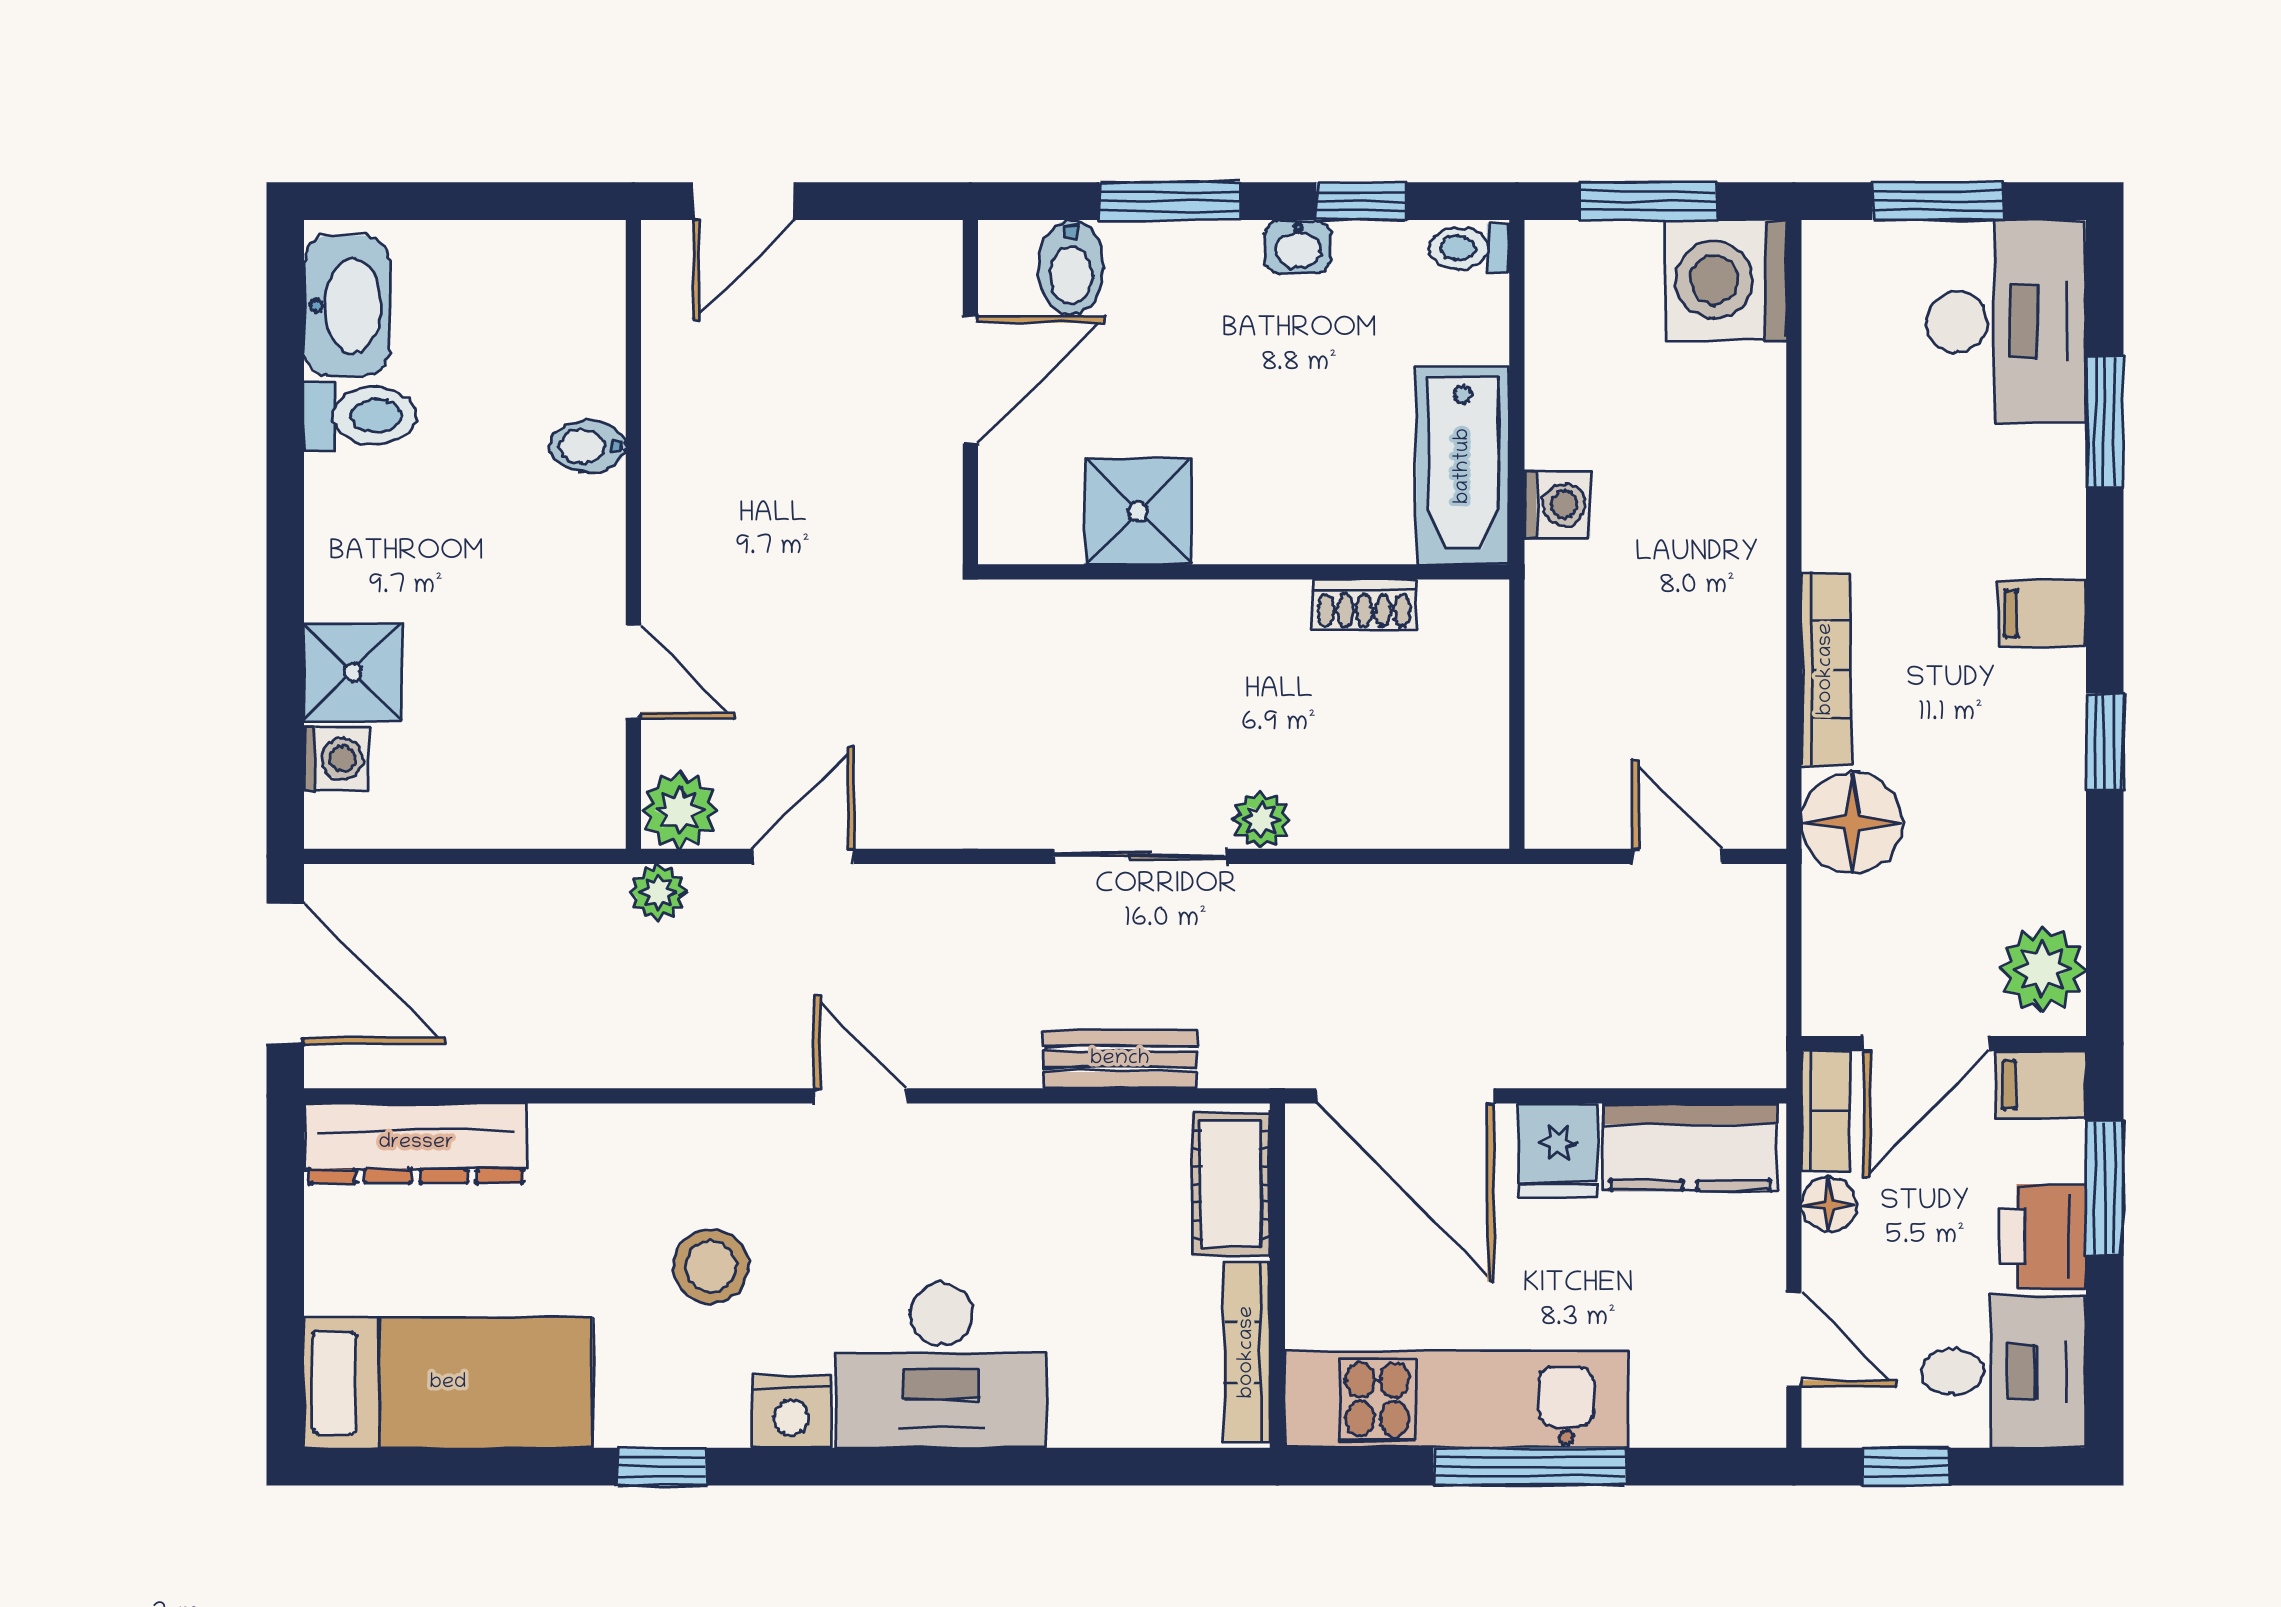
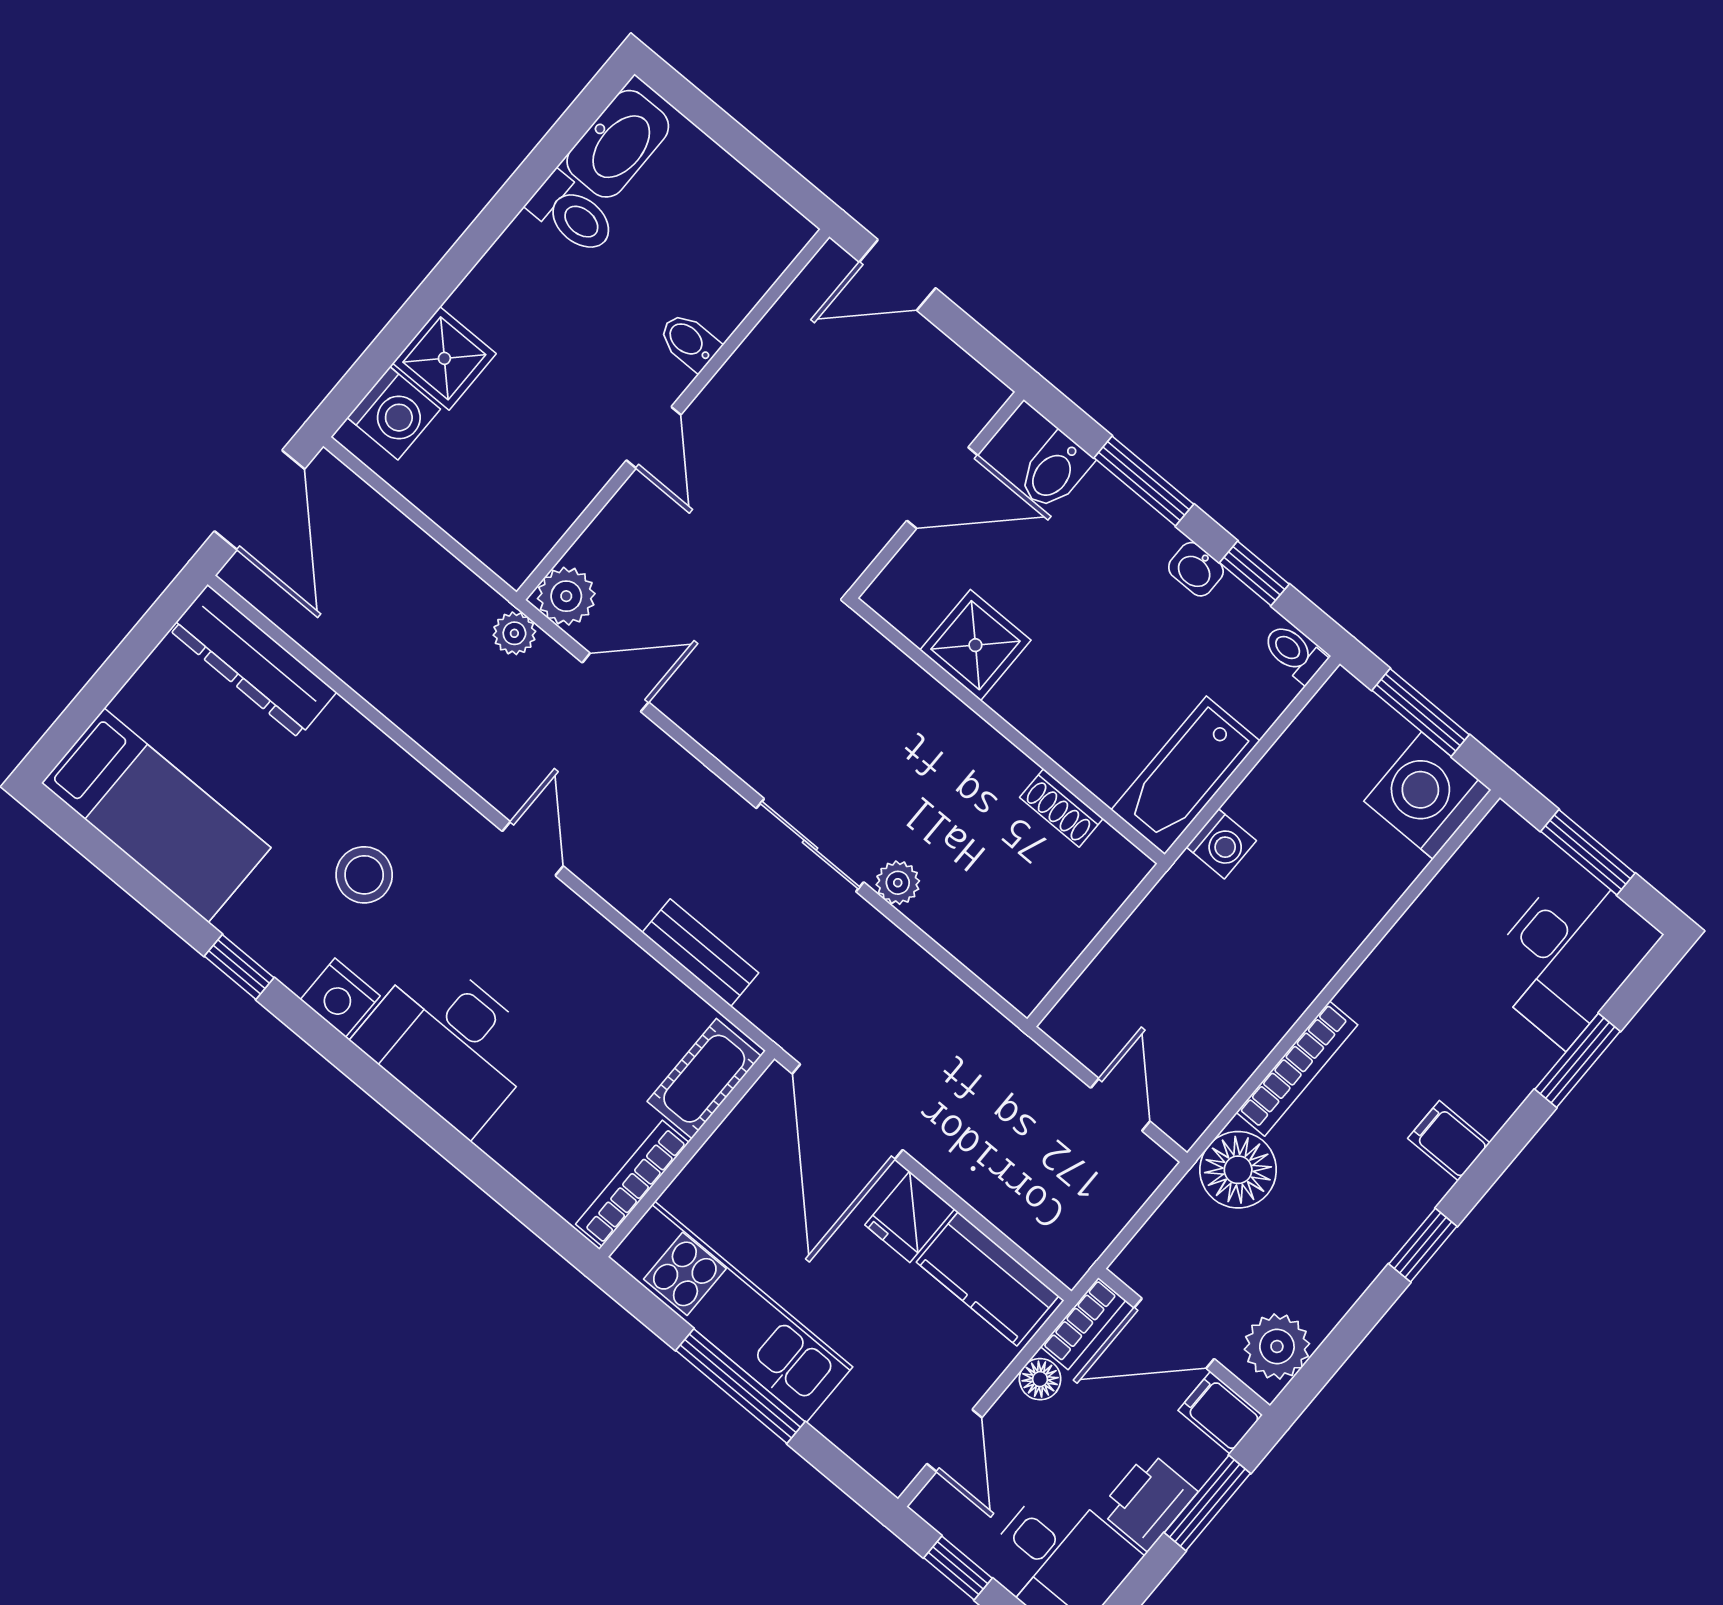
door: (633, 672) -> (654, 437), moved
washing machine: (336, 759) -> (394, 413), width x1.38, depth x1.38

